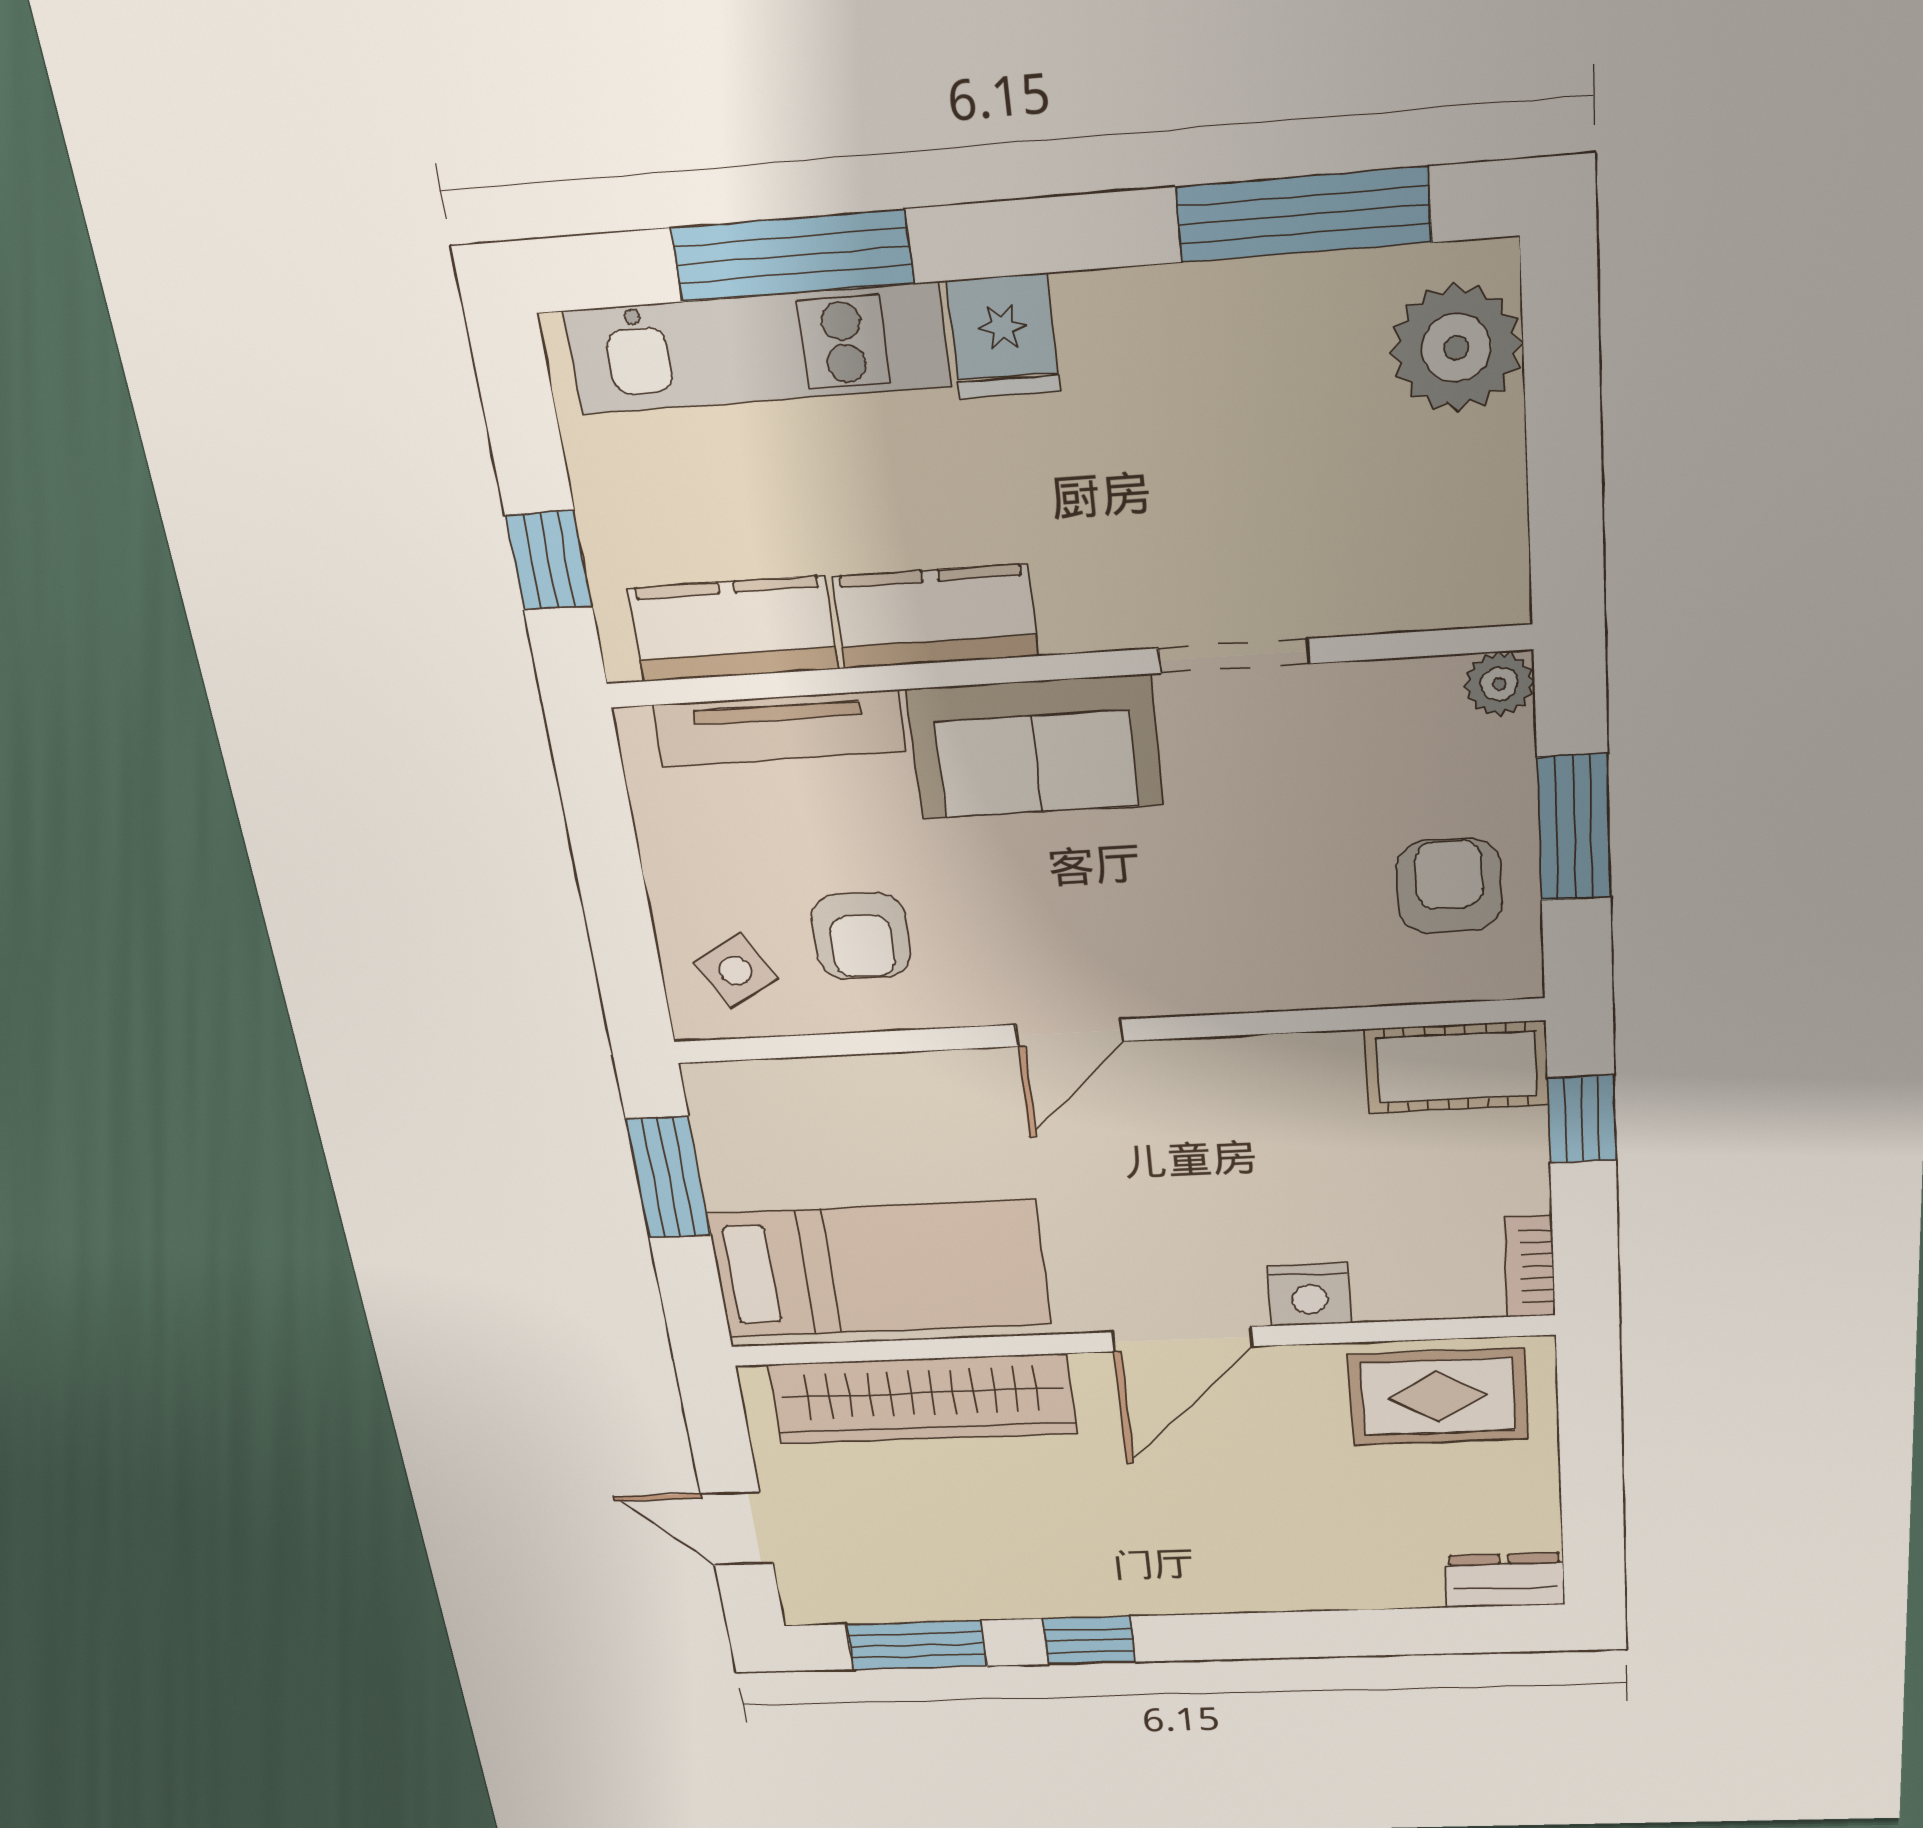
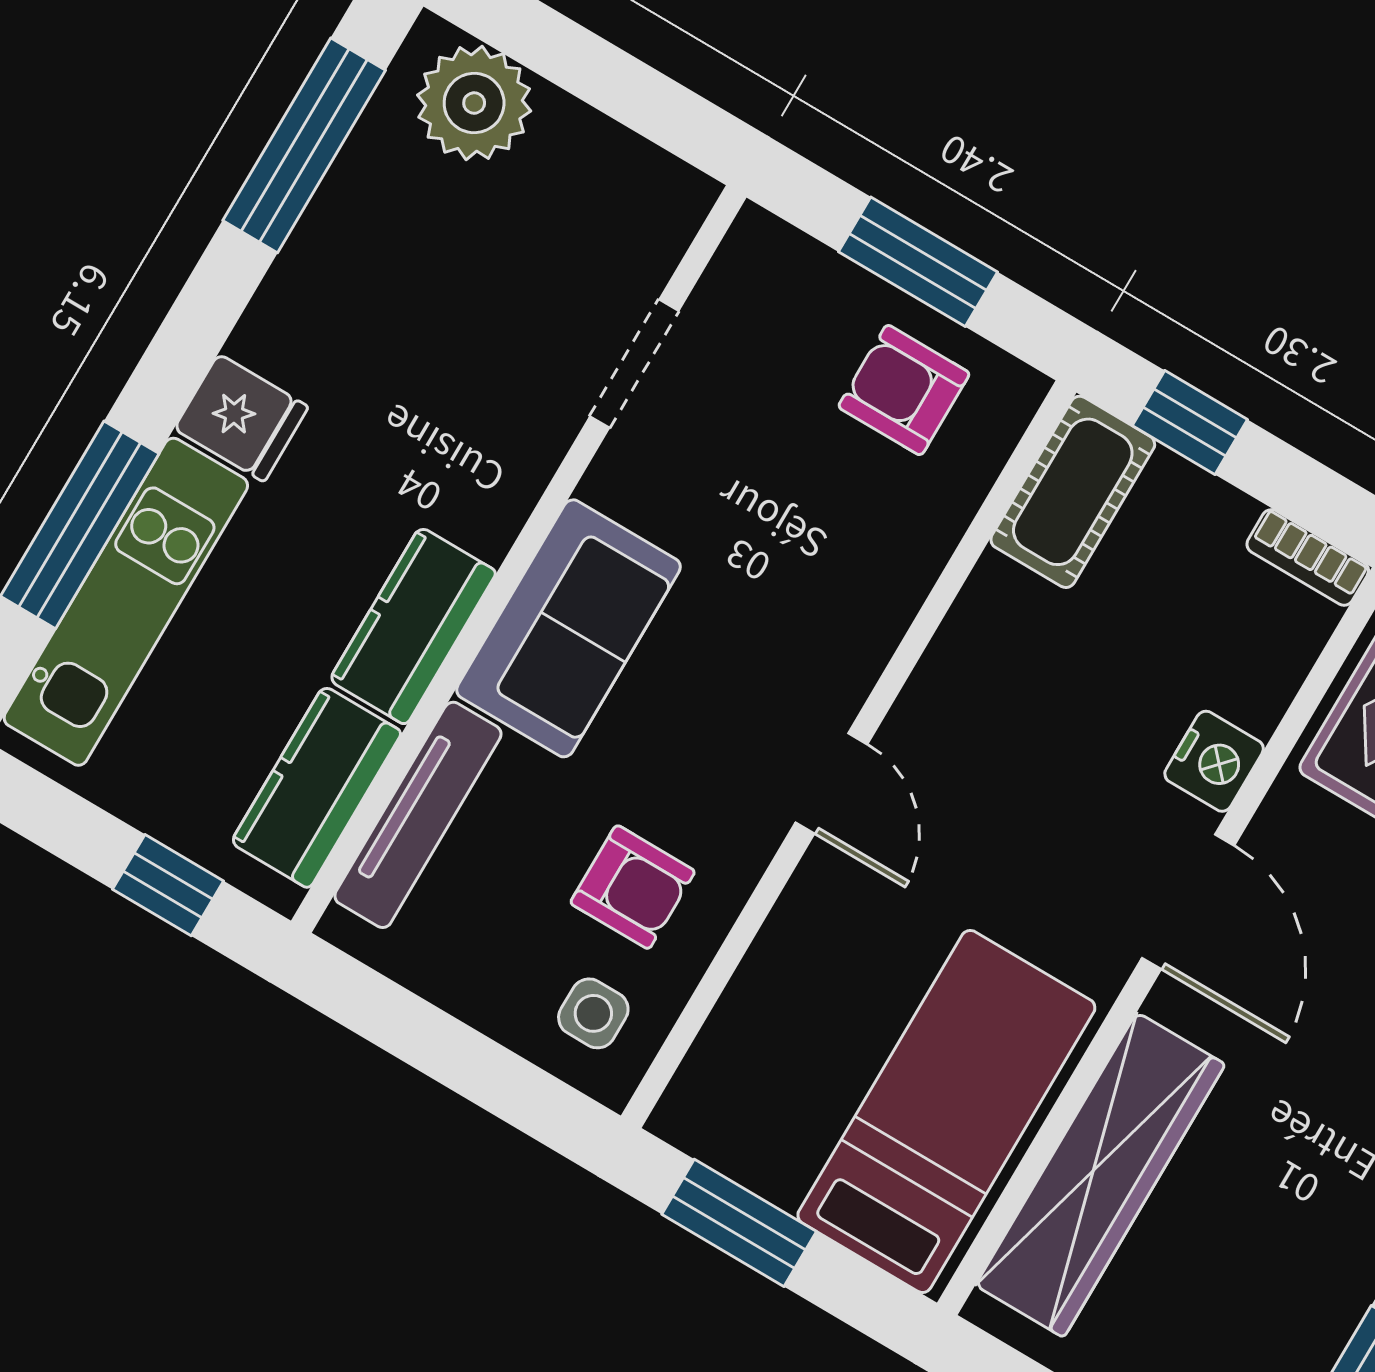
doorway: (1234, 656) -> (634, 364), moved
plant: (1499, 684) -> (758, 241), removed
side table: (736, 971) -> (593, 1013), turned 30

